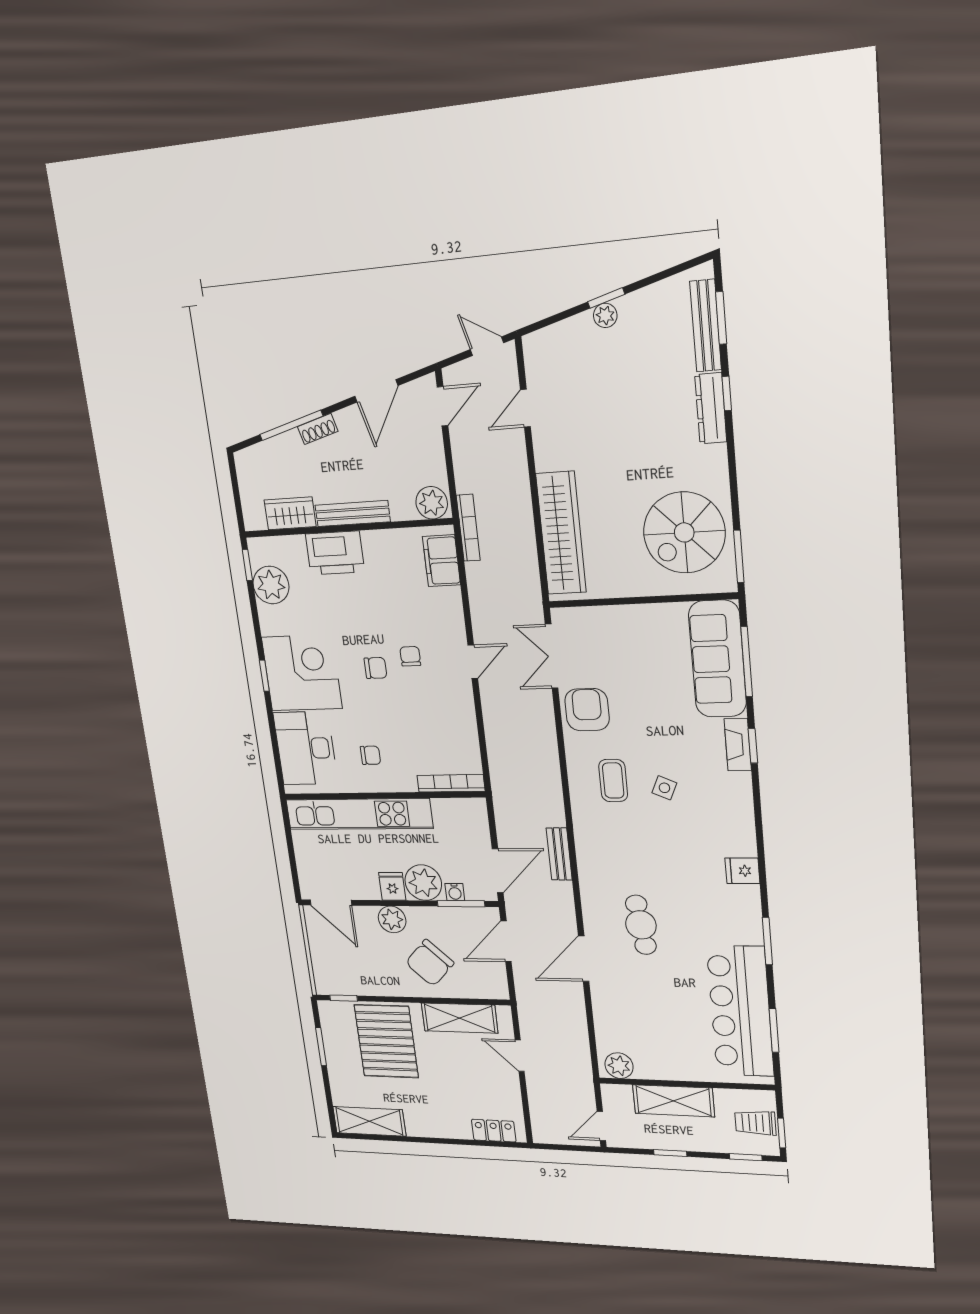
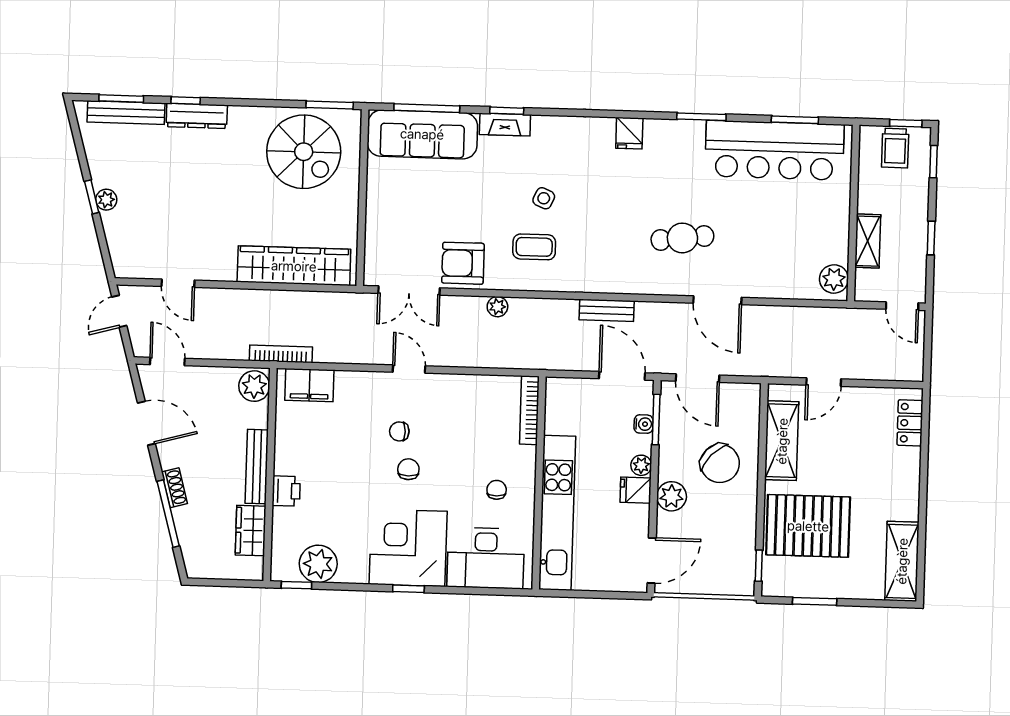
printer: (335, 553) -> (286, 491), width x0.53, depth x0.68
plant: (548, 747) -> (497, 307), added
plant: (423, 883) -> (641, 465), width x0.53, depth x0.53
shelving: (673, 1101) -> (868, 241), width x0.67, depth x0.75

